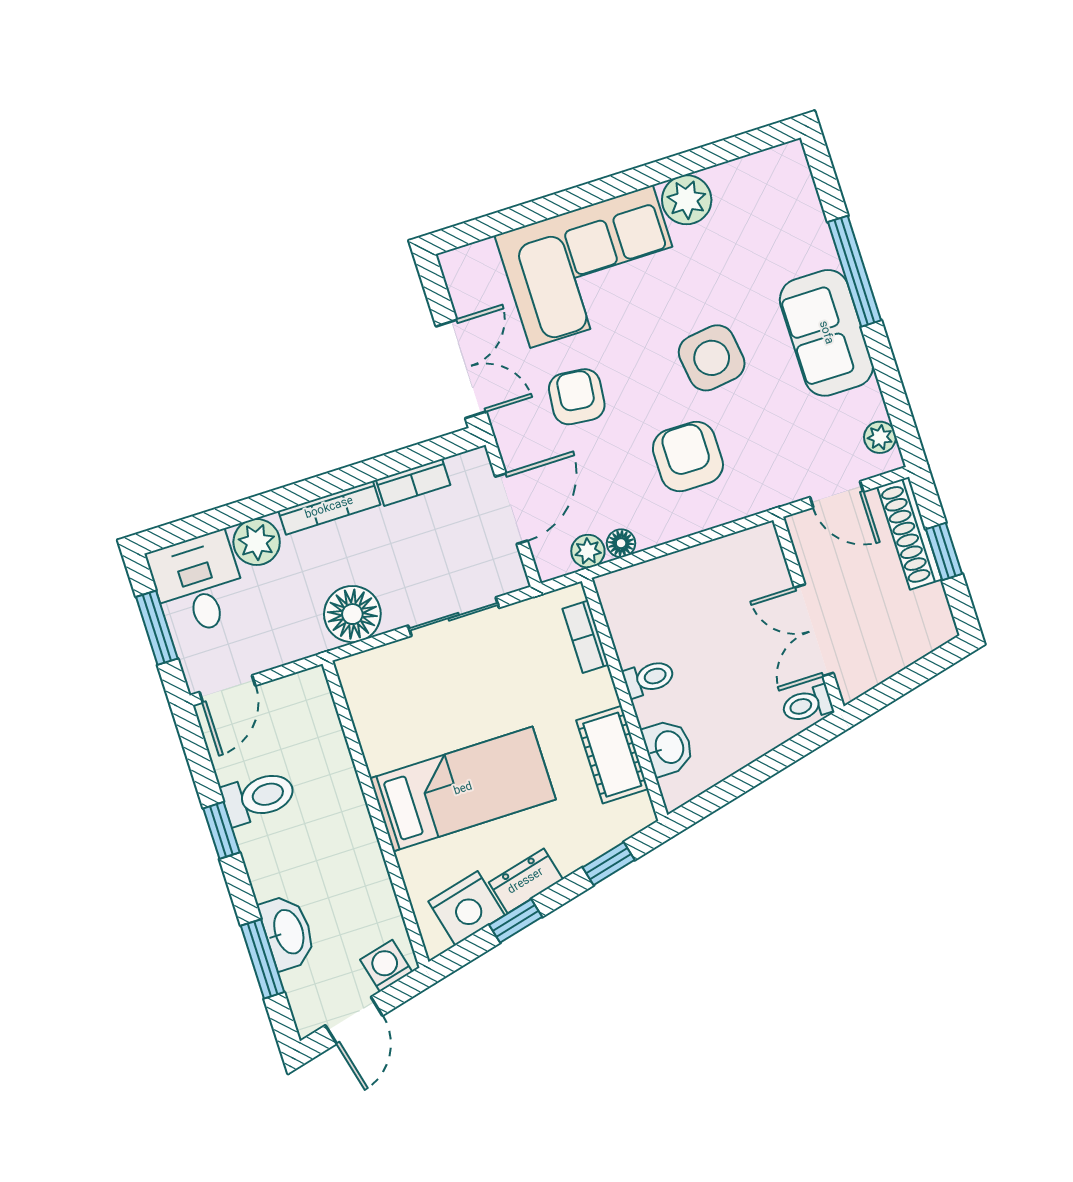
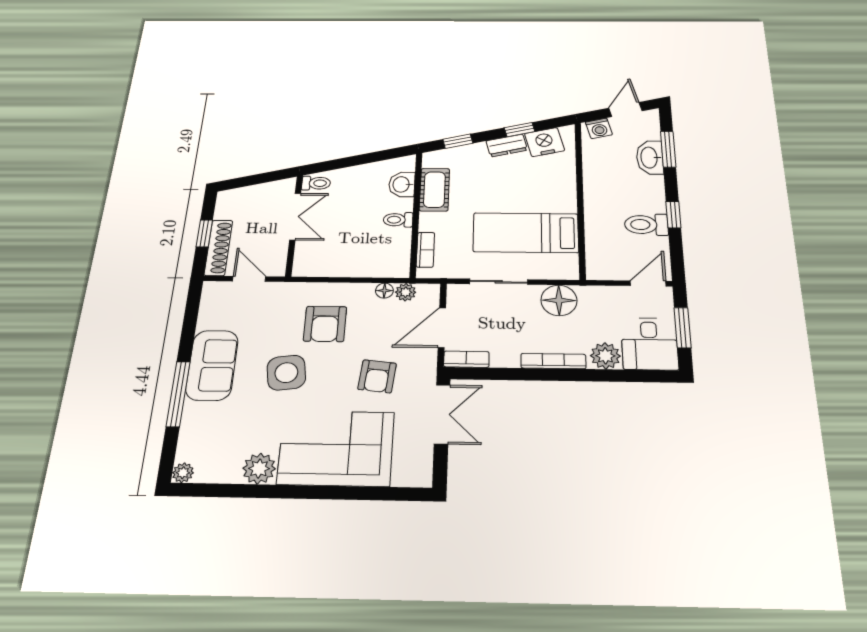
double door: (461, 369) -> (442, 414), swing flipped
plant: (880, 437) -> (183, 473), moved
bookcase: (413, 482) -> (466, 359), moved
bed: (463, 789) -> (526, 233), moved

